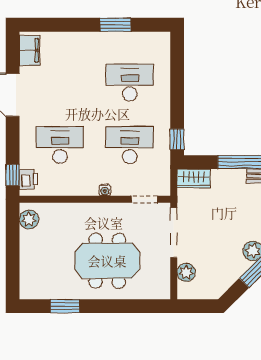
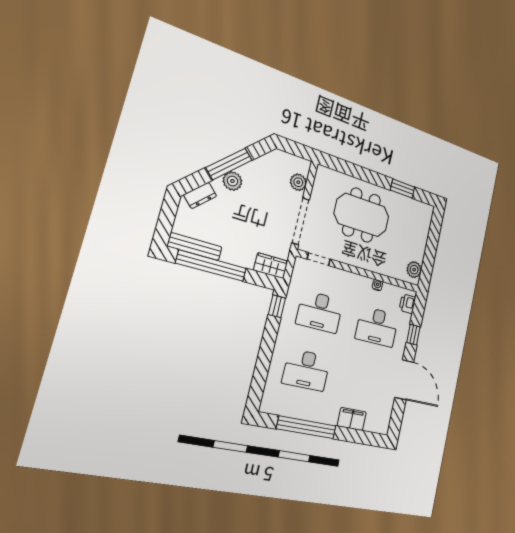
window: (115, 25) -> (306, 427), width x2.11
filing cabinet: (30, 50) -> (352, 419), moved, turned 90
window: (13, 175) -> (413, 335), moved
water cooler: (105, 190) -> (377, 285), moved

